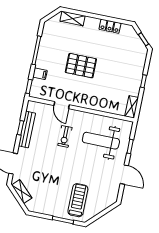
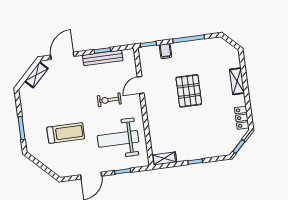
shelving: (73, 18) -> (237, 81), moved
locker: (110, 26) -> (242, 118), moved
weight bench: (101, 141) -> (118, 139), turned -90
treadmill: (78, 200) -> (66, 133), moved

